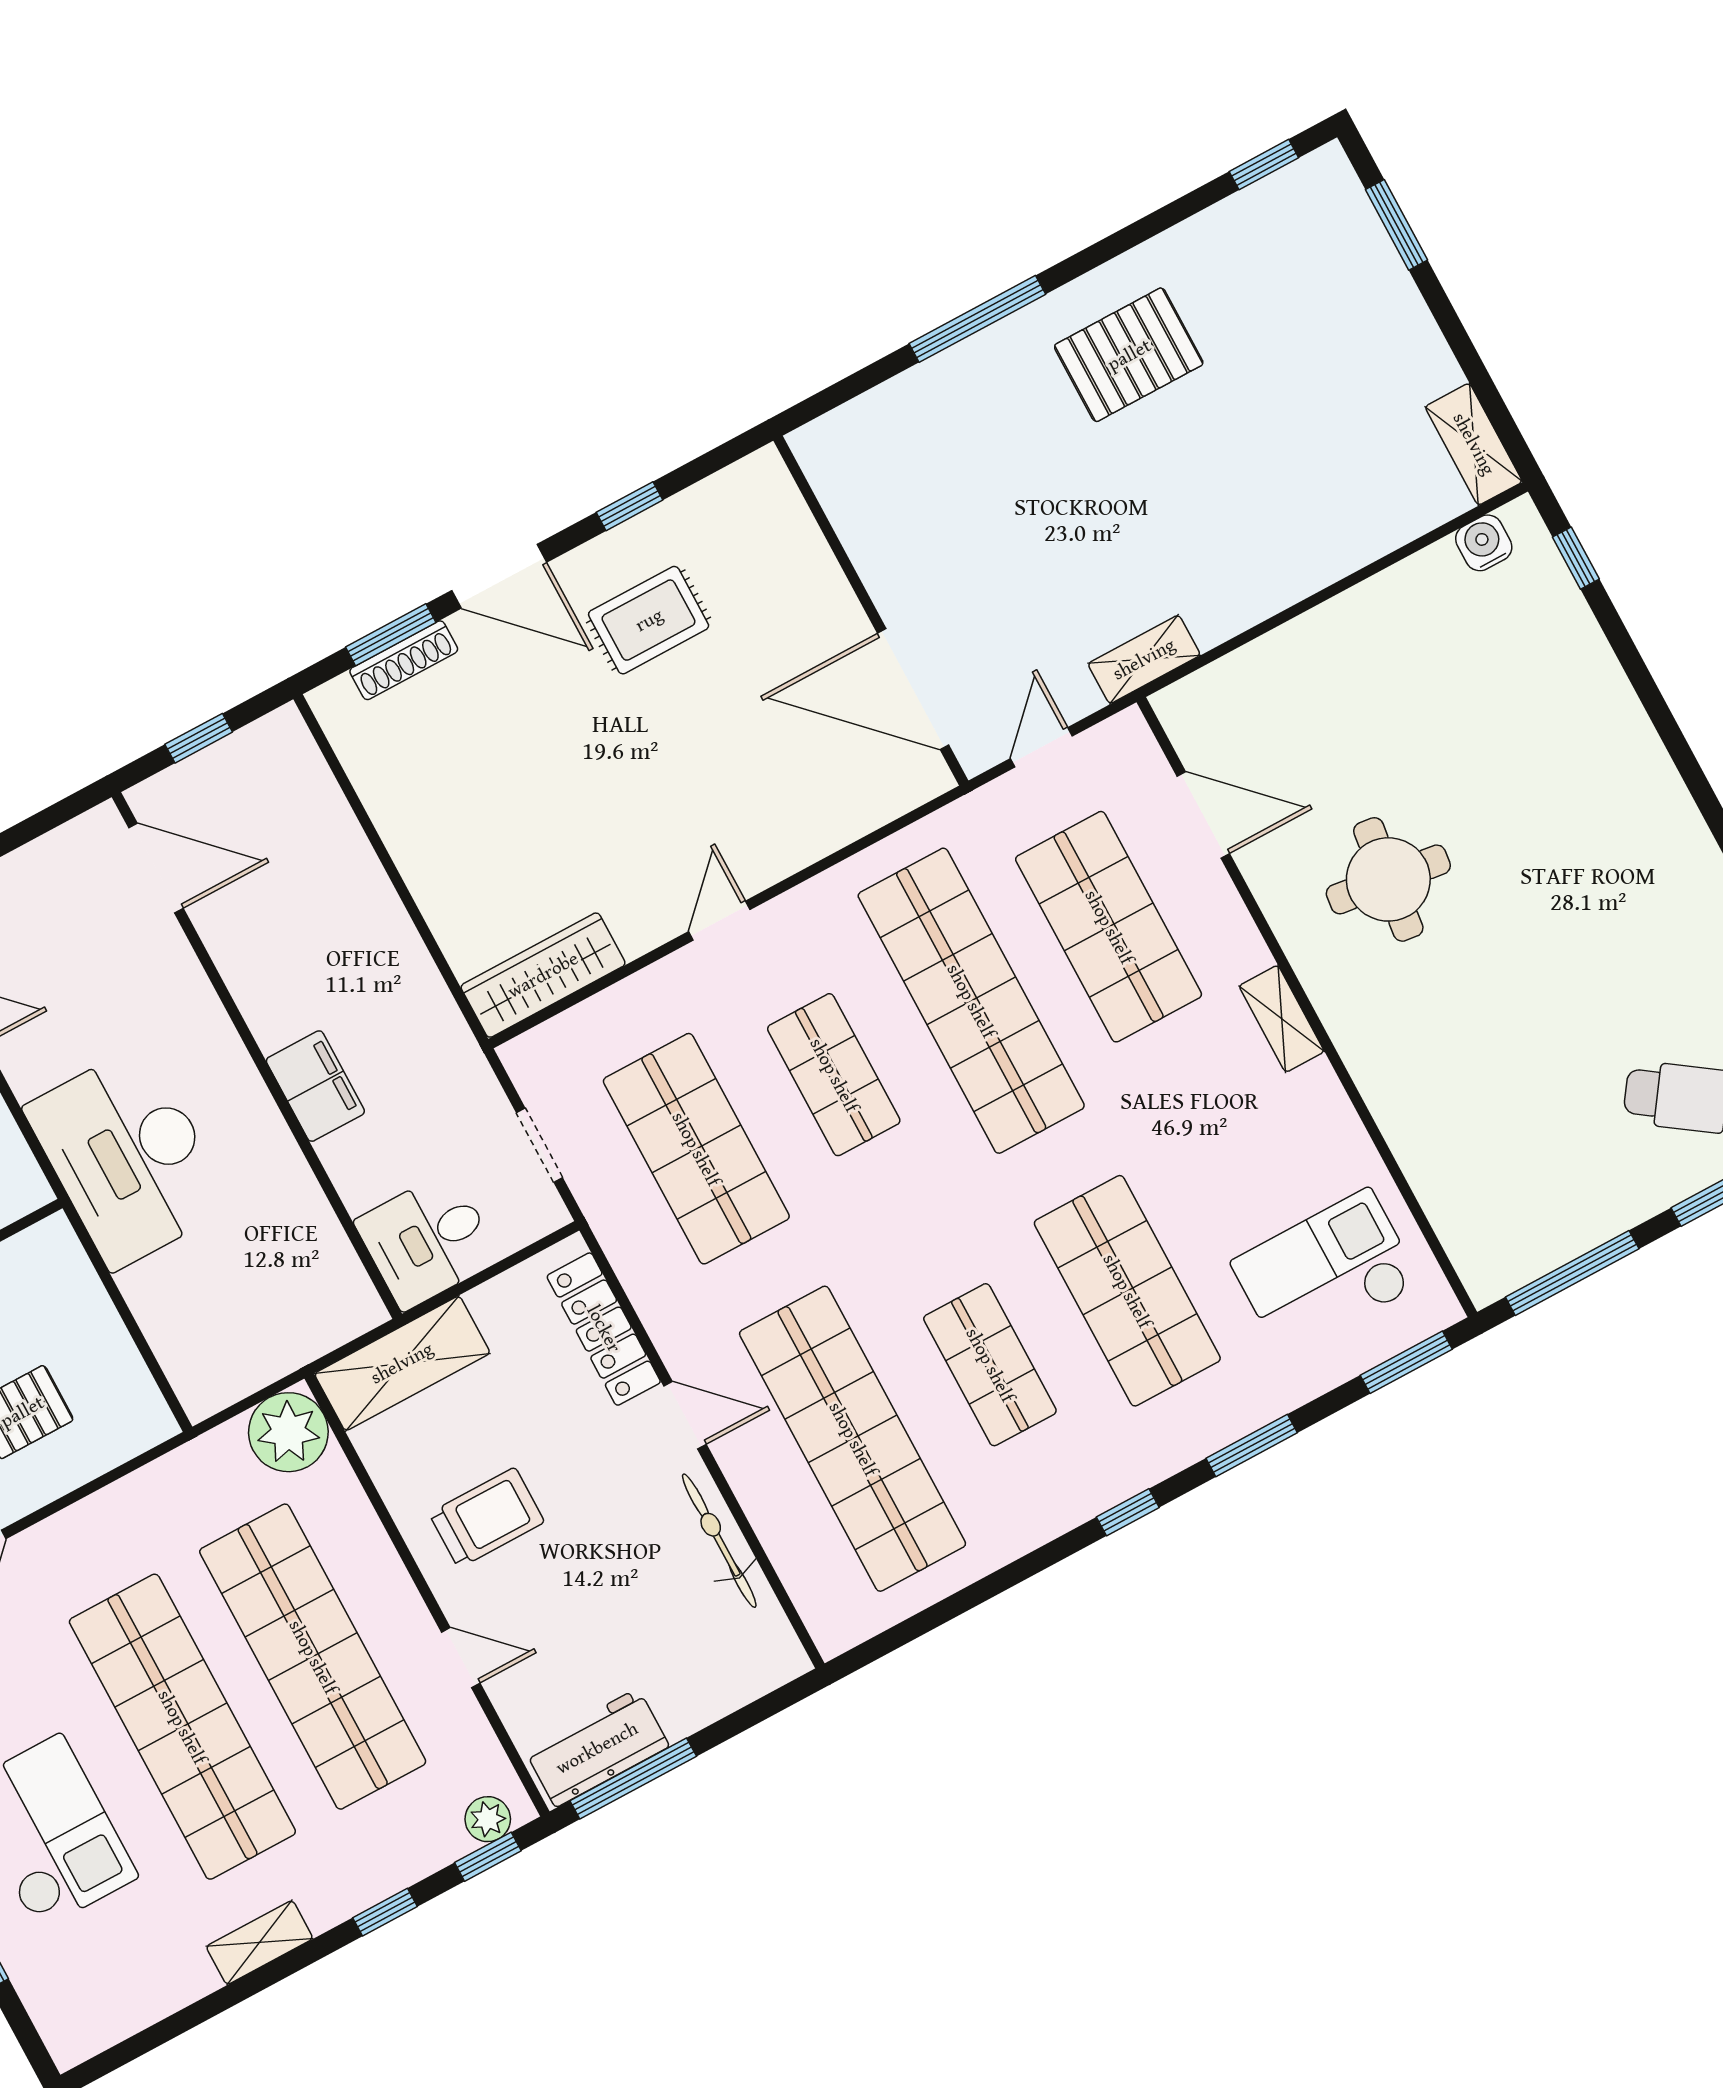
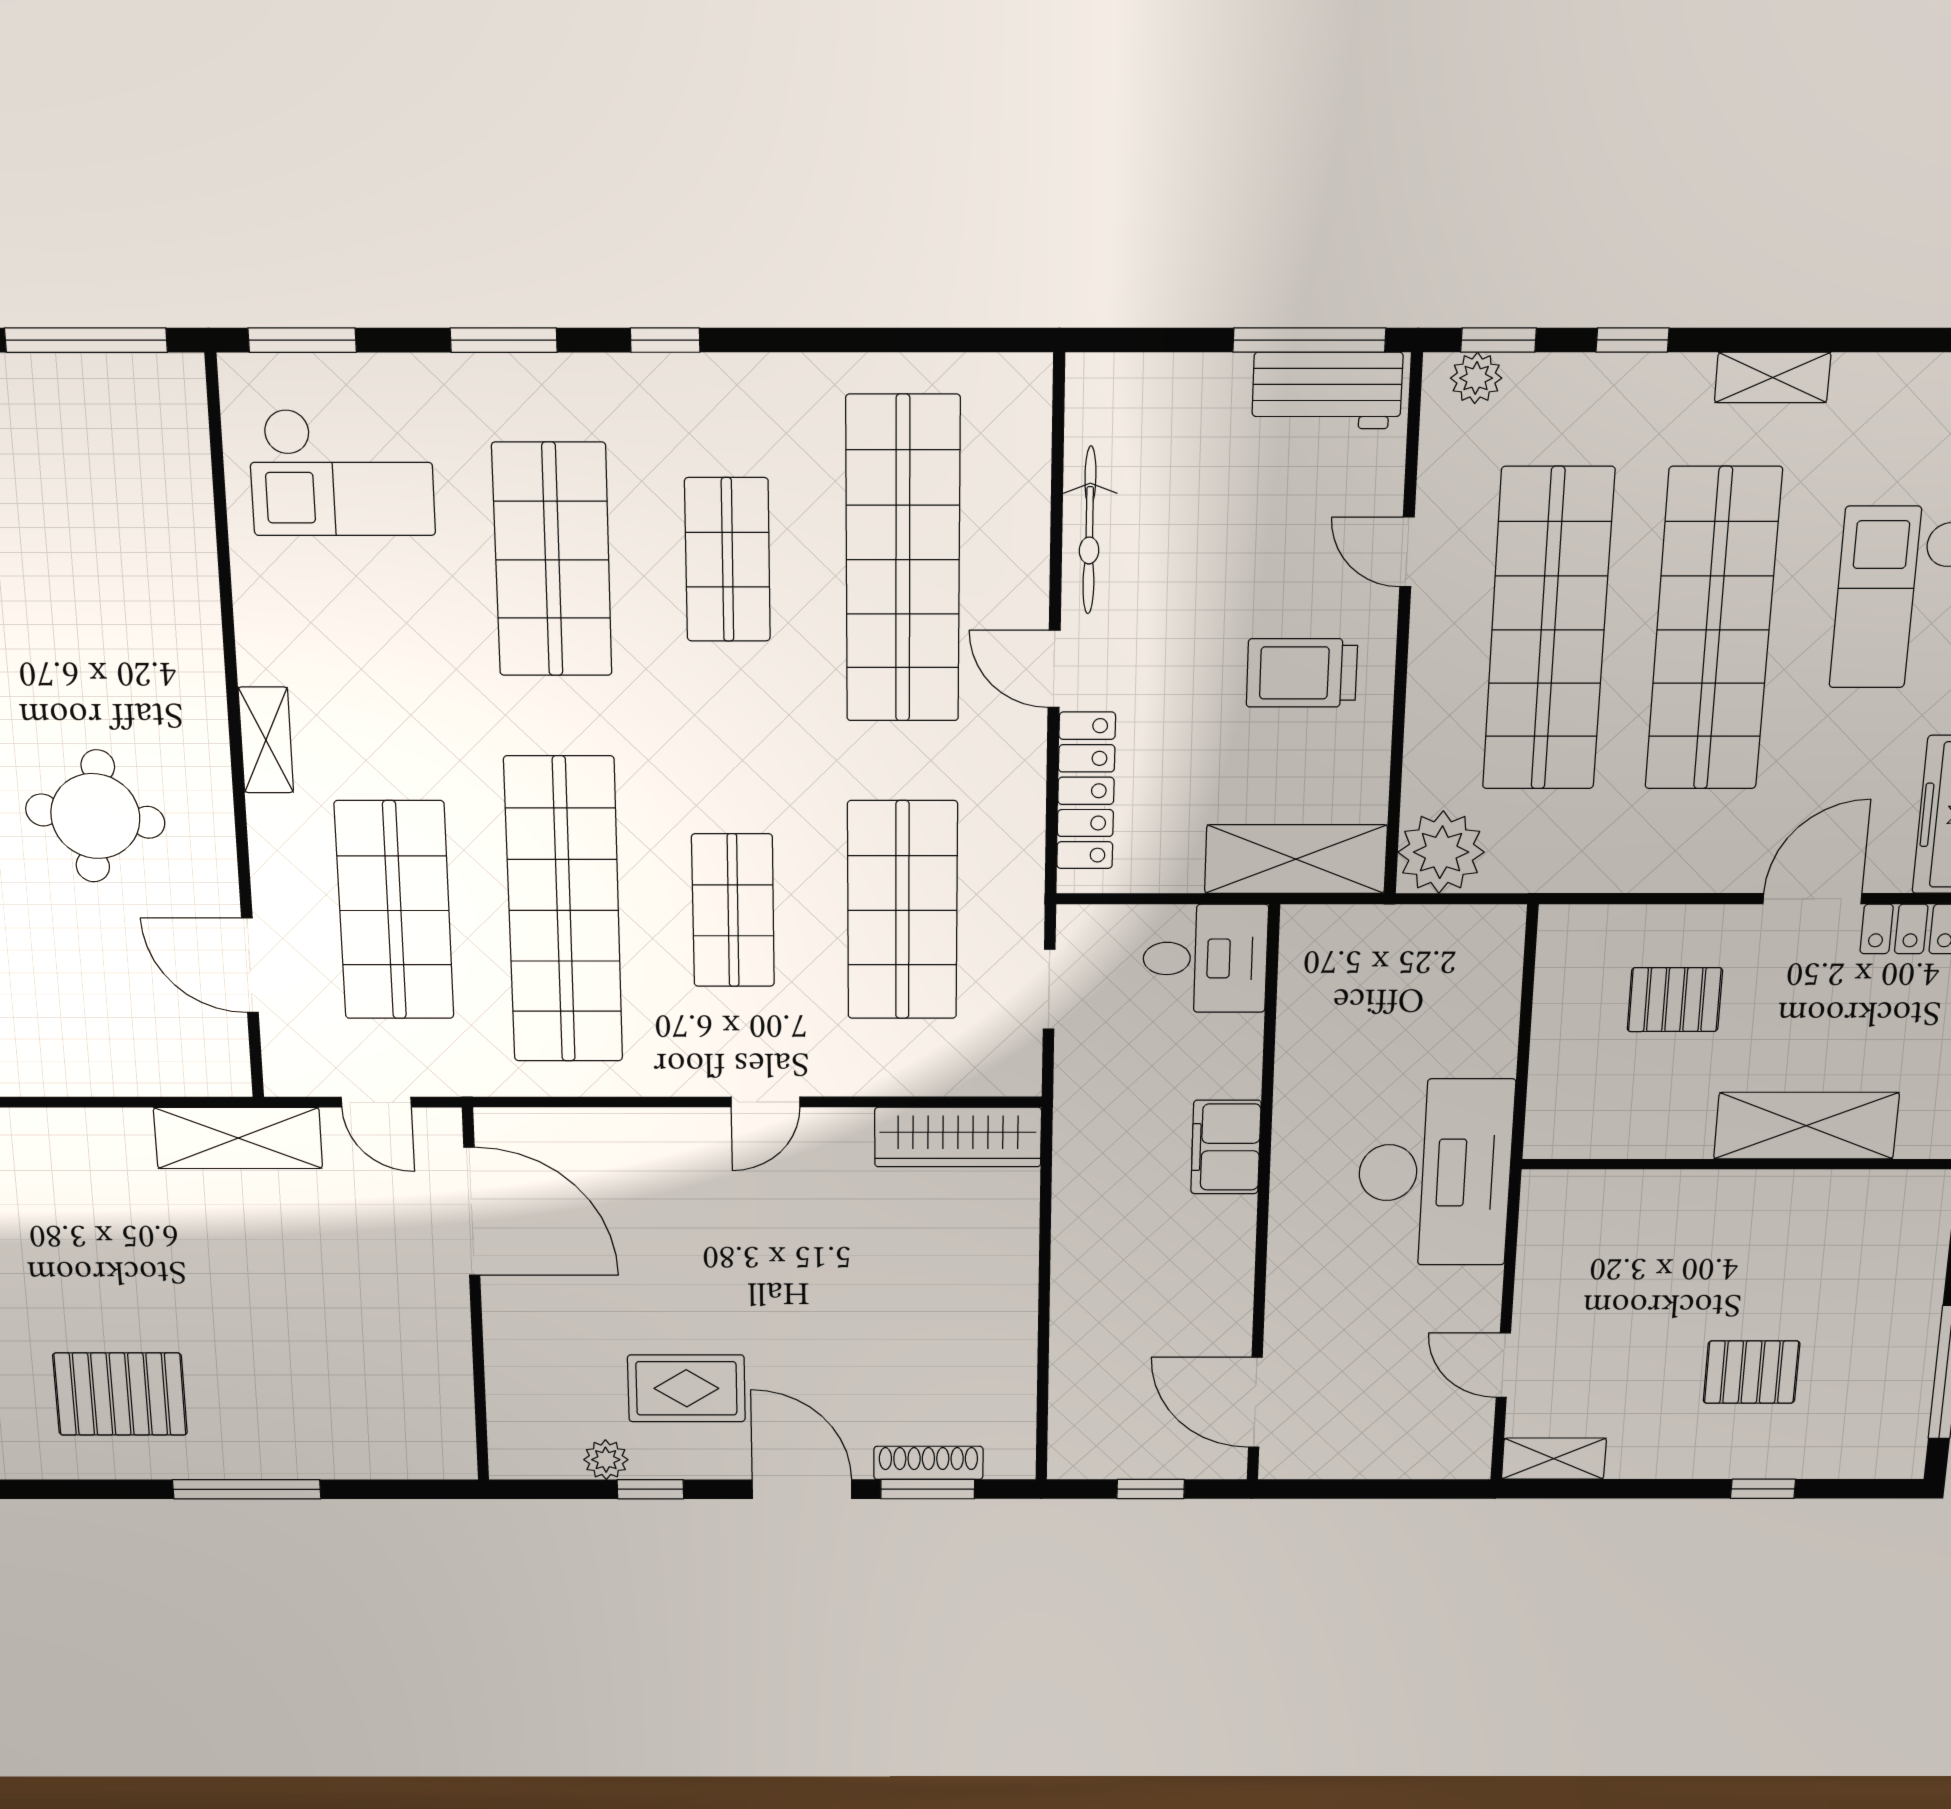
plant: (682, 514) -> (606, 1460), added
shelving: (1144, 659) -> (238, 1138), width x1.50, depth x1.33
door: (1041, 747) -> (376, 1102), hinge flipped

